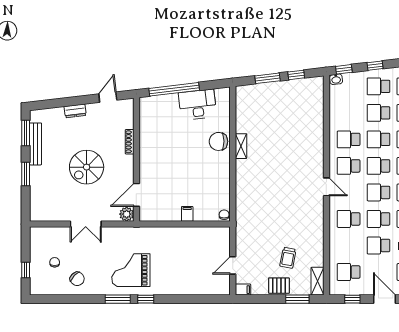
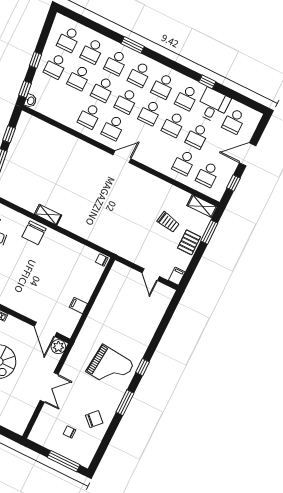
filing cabinet: (187, 214) -> (78, 305), moved
school desk: (349, 219) -> (184, 163), moved
window: (26, 270) -> (64, 461), width x2.17
grand piano: (131, 270) -> (110, 367), turned -85
window: (118, 299) -> (125, 403), moved

